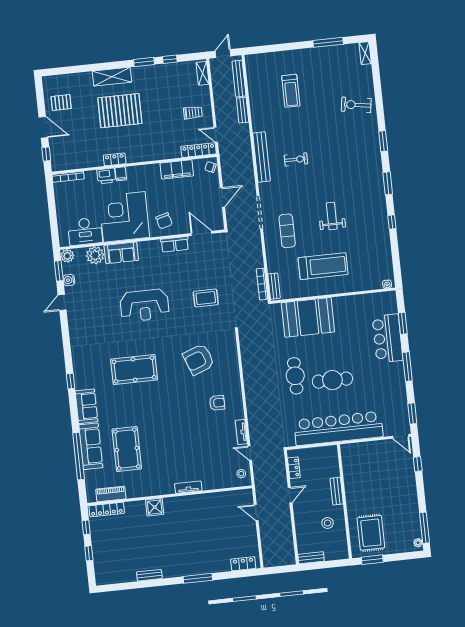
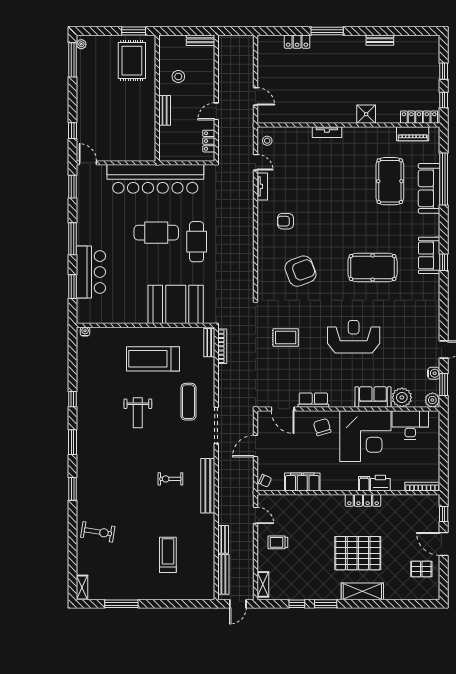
locker: (199, 150) -> (276, 501), removed
locker: (115, 159) -> (363, 500), width x1.53
sofa: (86, 406) -> (429, 255), moved
locker: (243, 564) -> (297, 42), moved

